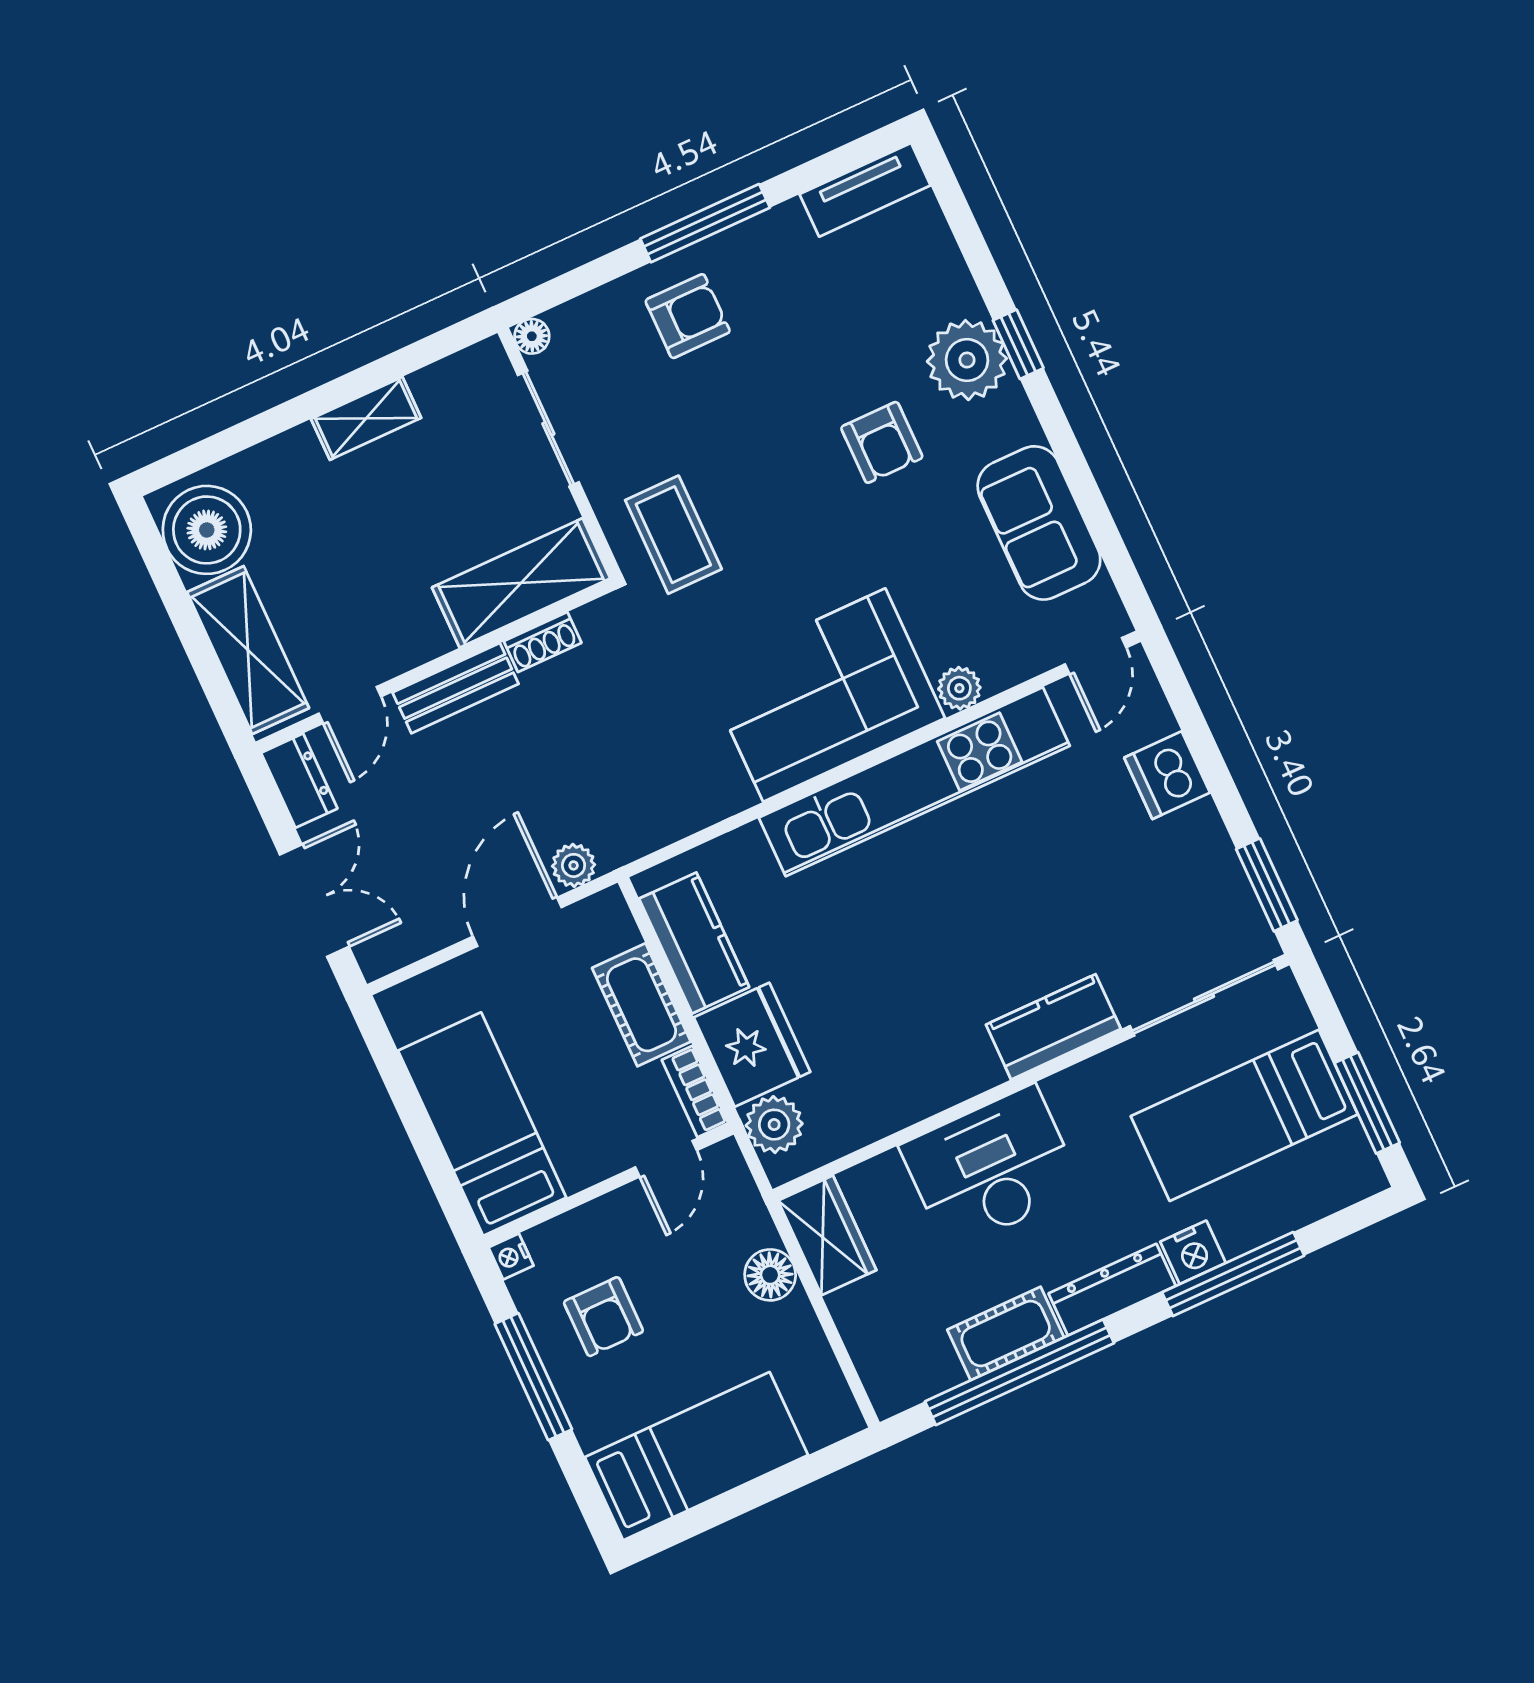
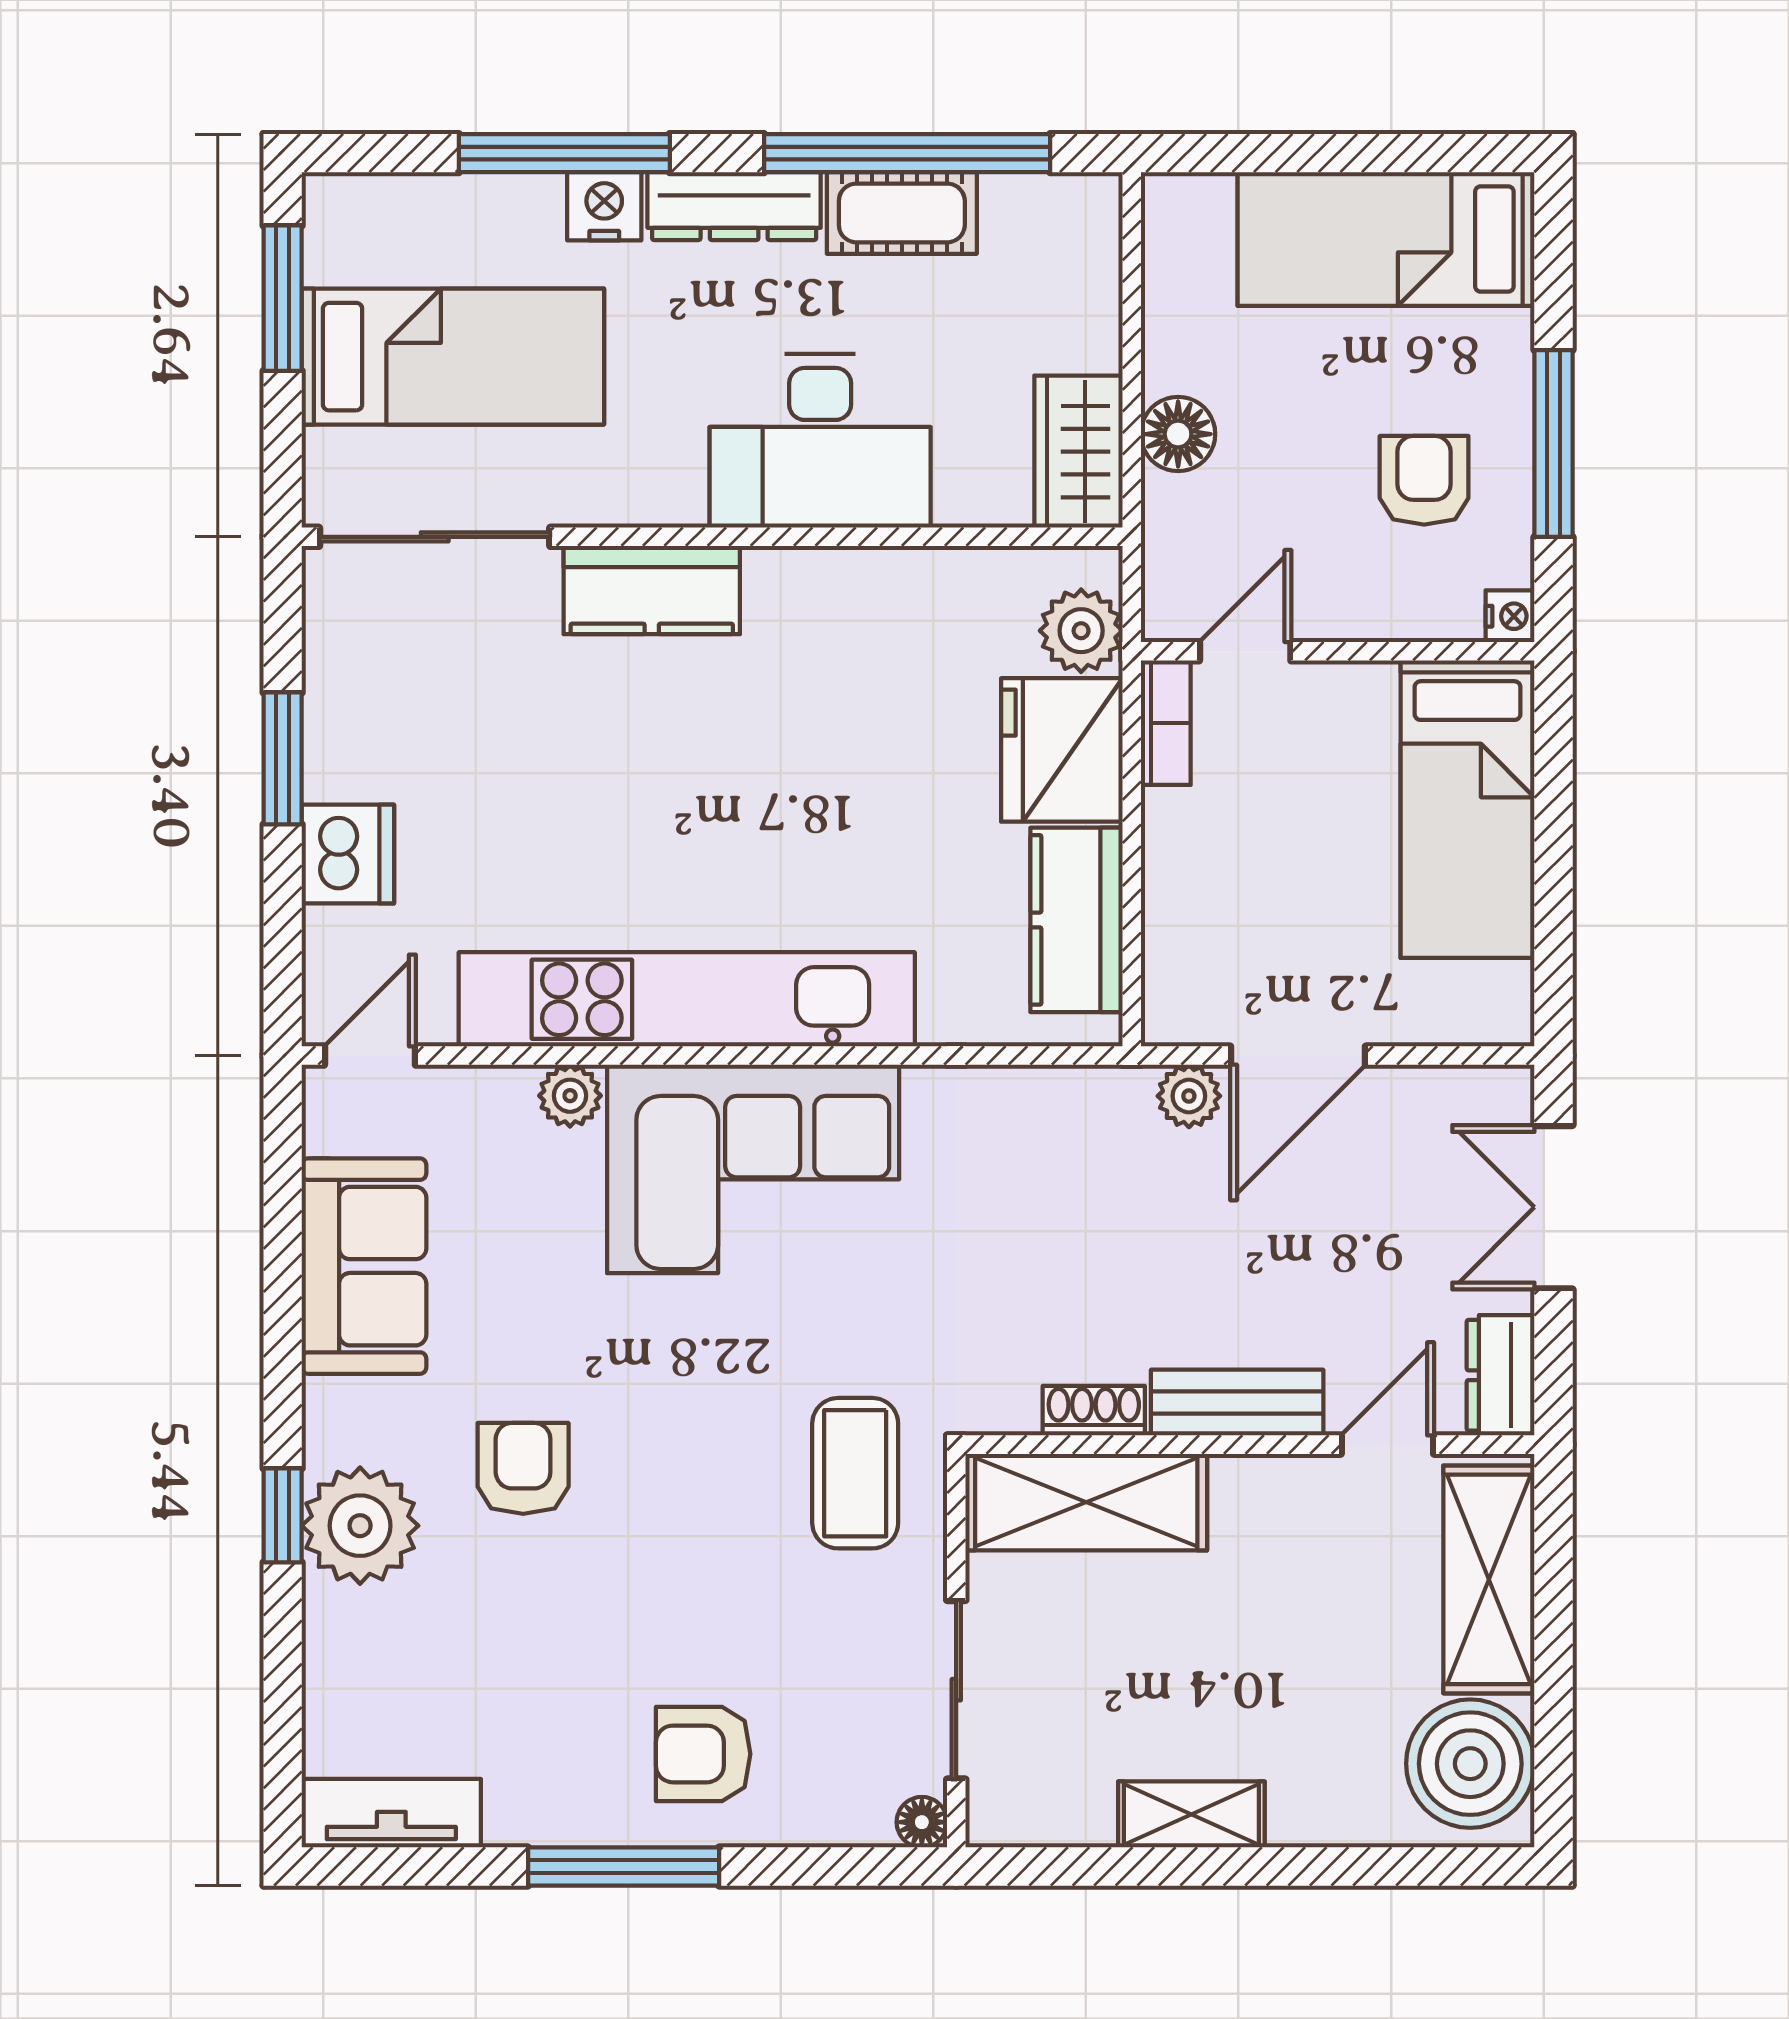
window: (1267, 885) -> (283, 758), moved
cot: (641, 1005) -> (1184, 870), removed

